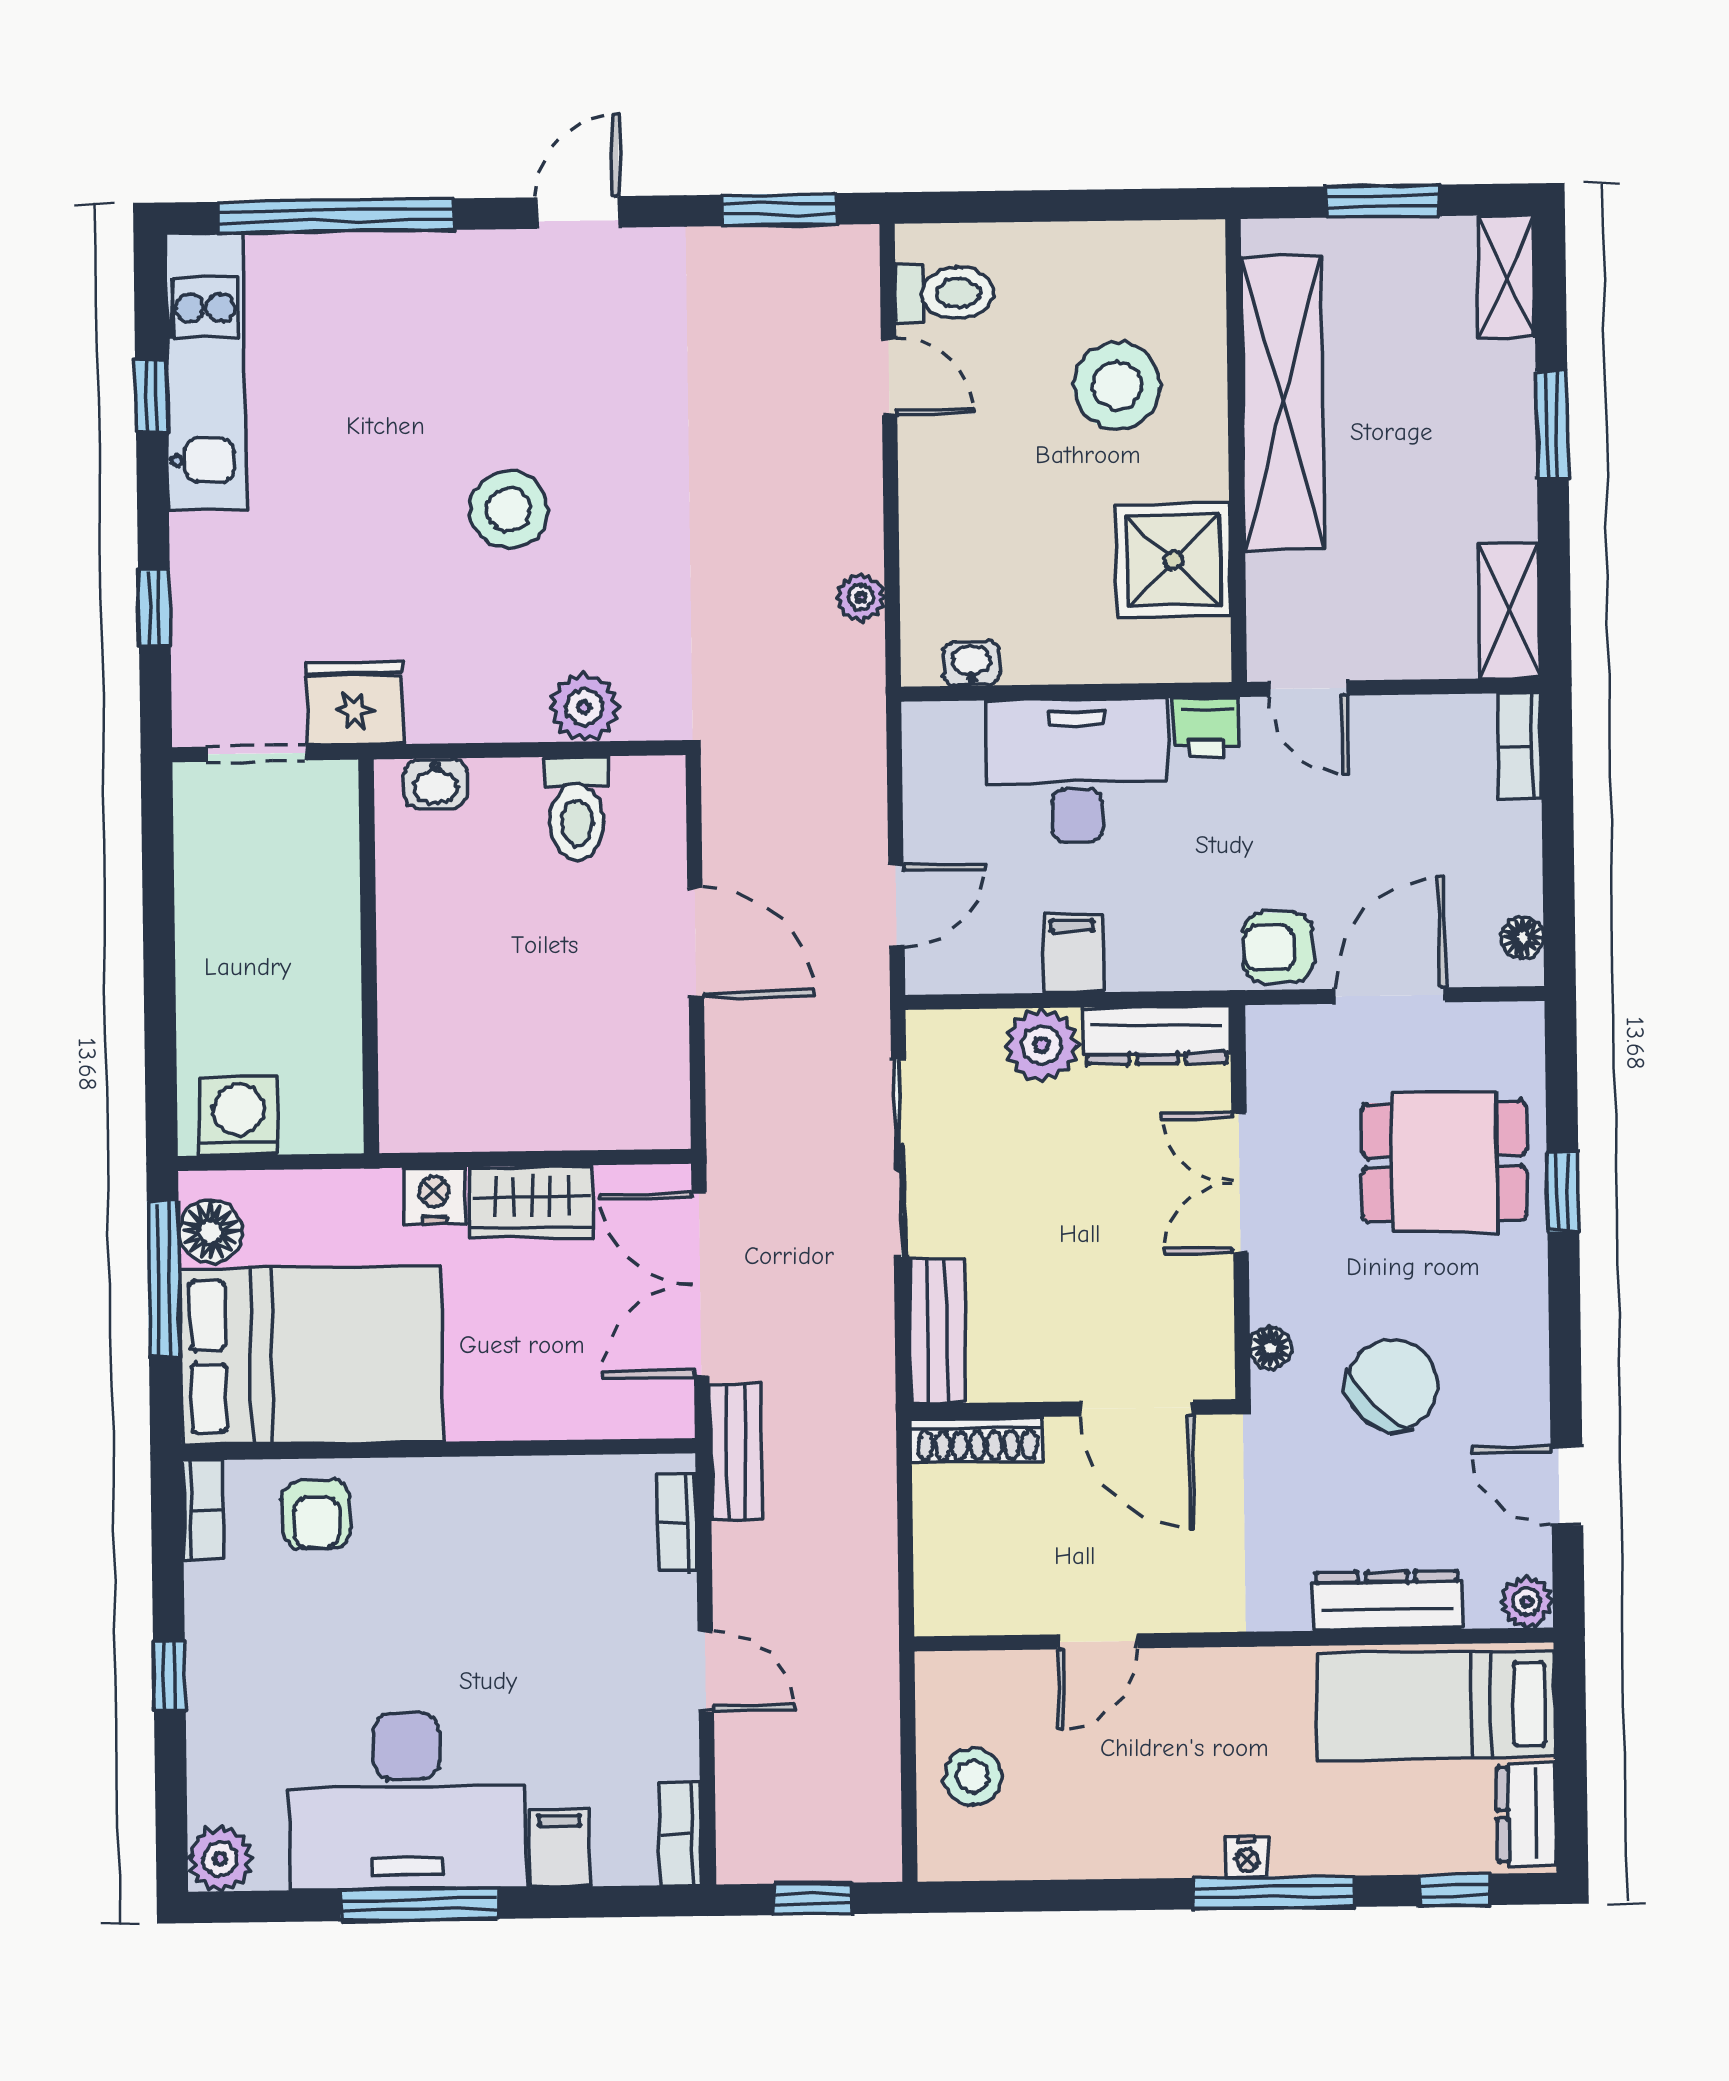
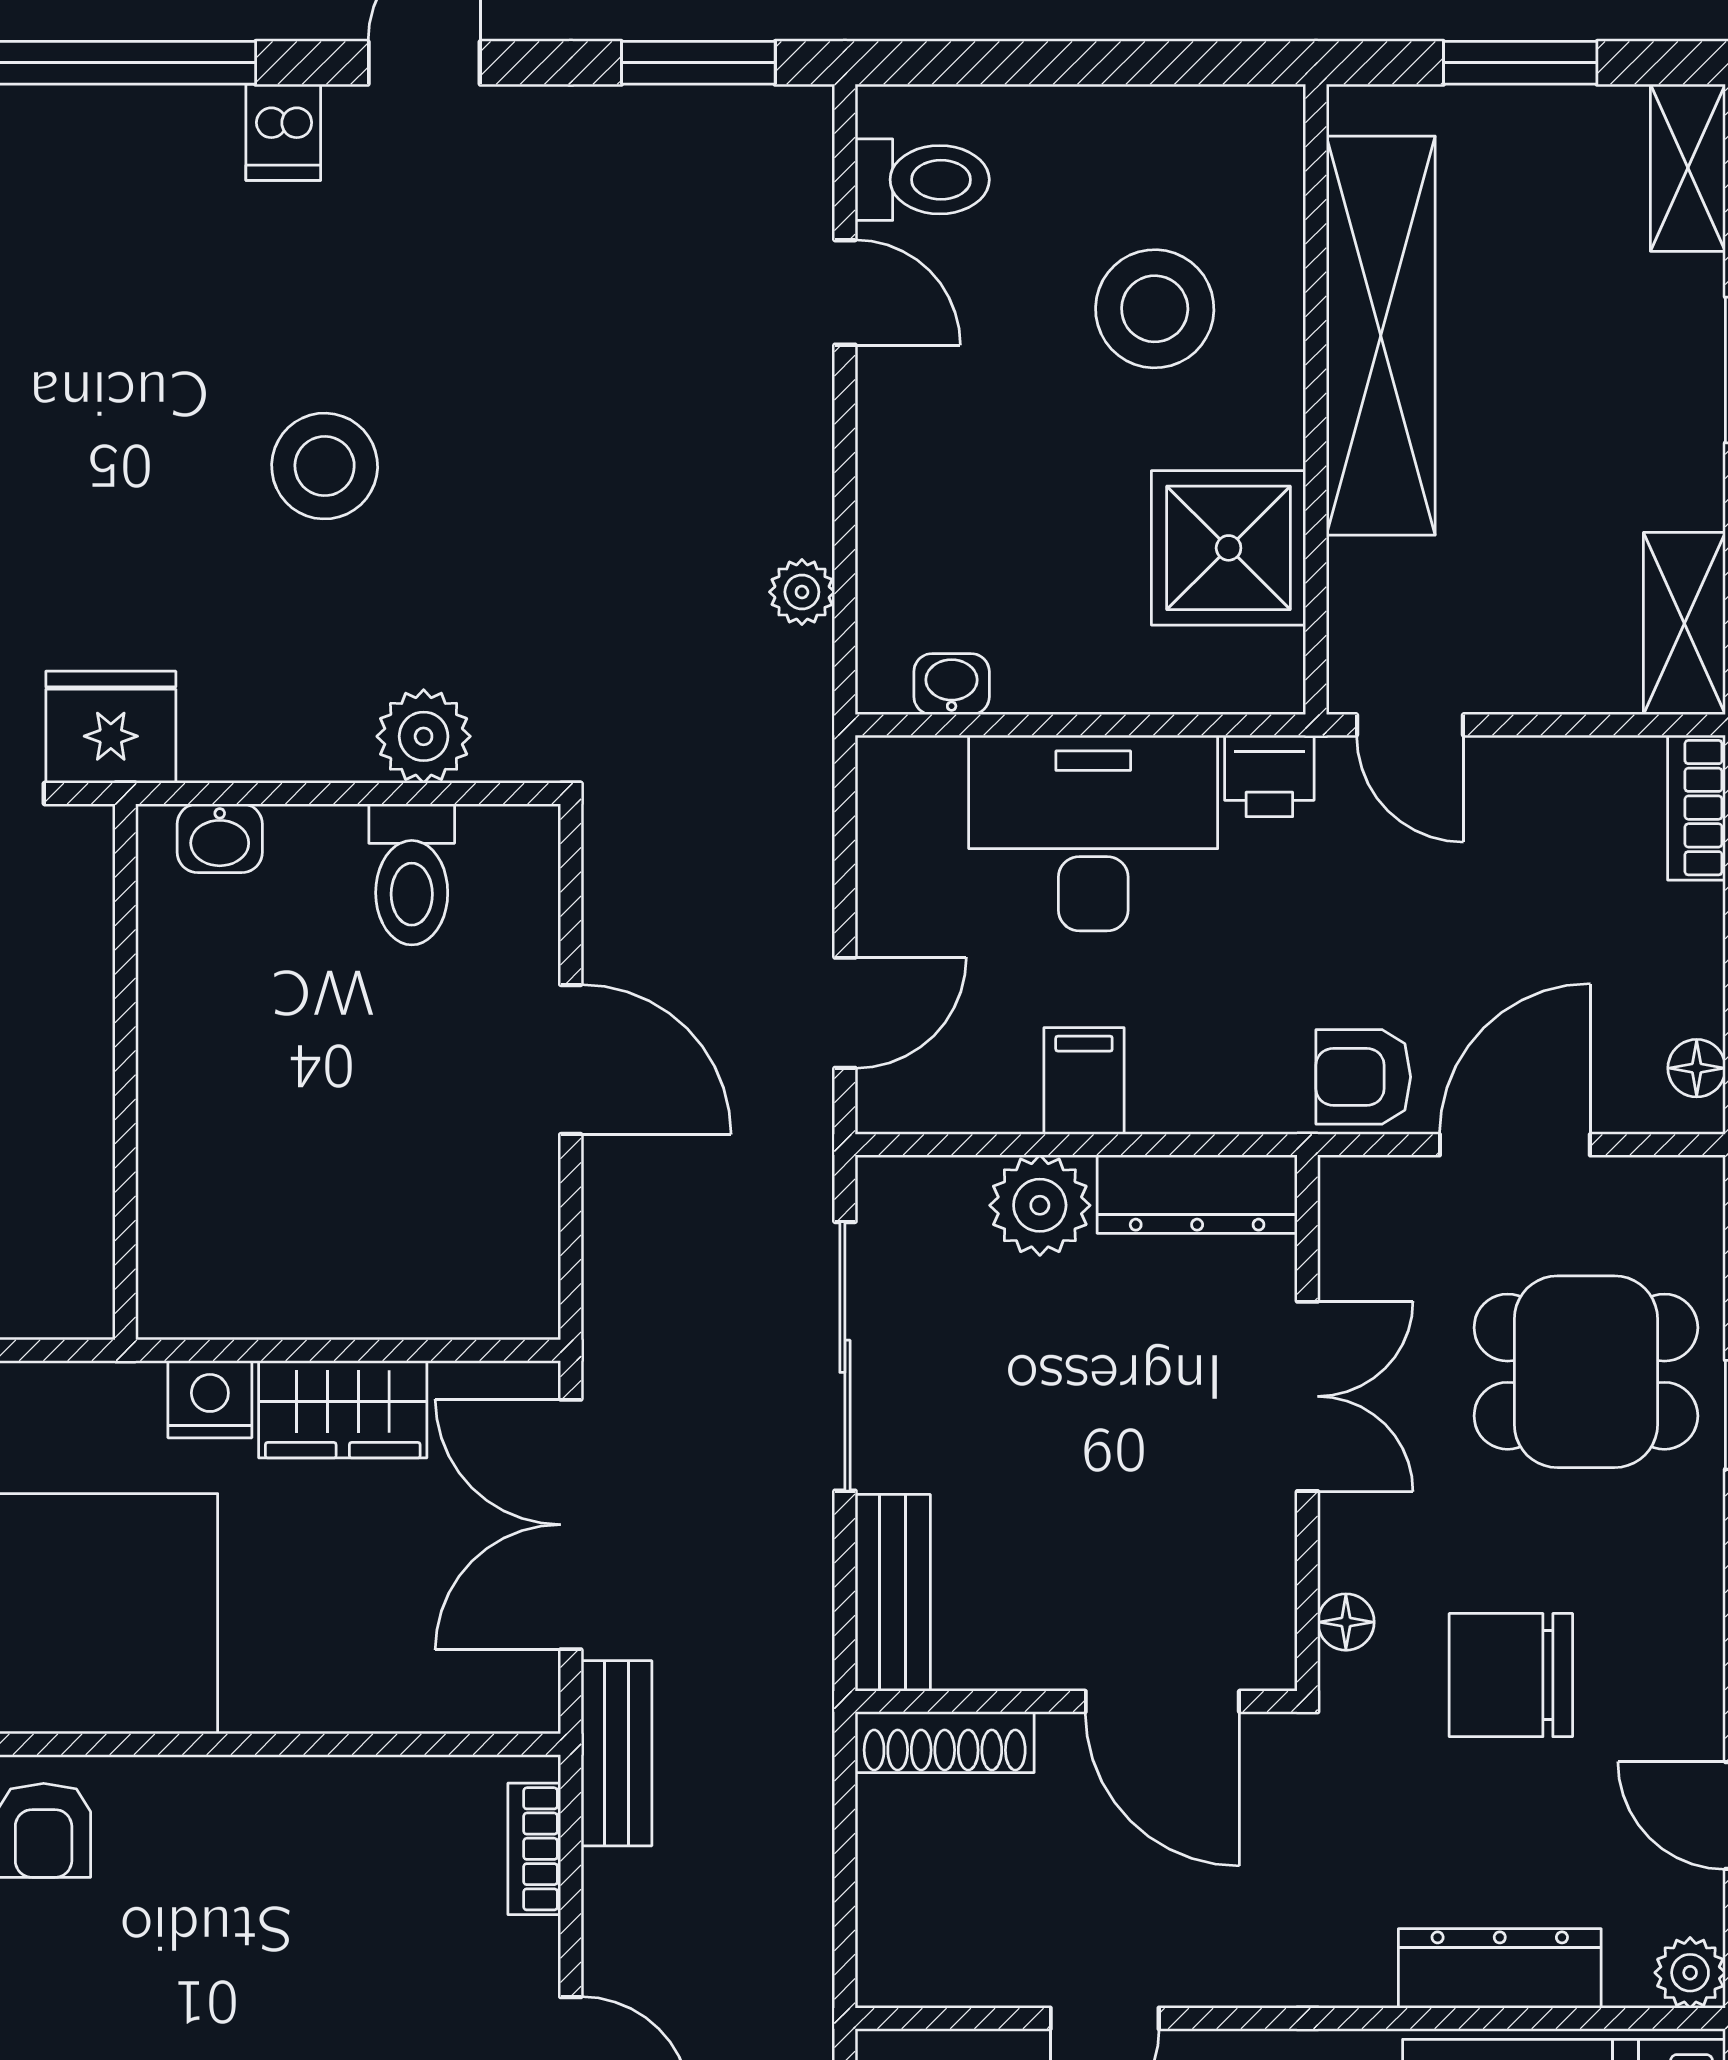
dishwasher: (475, 265) -> (283, 132), added
double door: (1240, 1183) -> (1307, 1396), swing flipped
chair: (1392, 1385) -> (1511, 1675), turned -133

